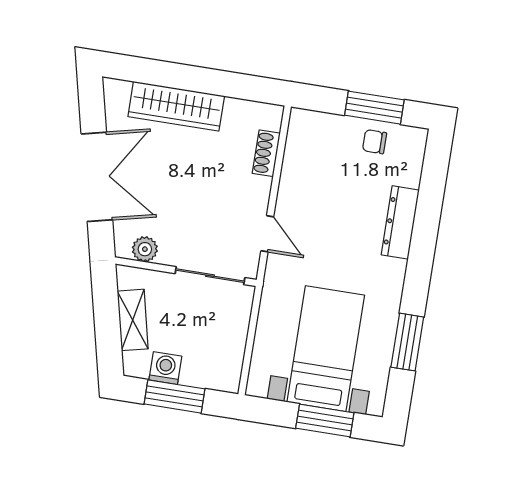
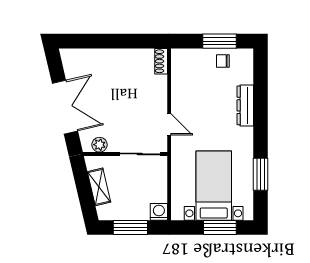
wardrobe: (176, 106) -> (104, 59), removed
shoe rack: (266, 153) -> (161, 61), moved
washing machine: (165, 368) -> (159, 212), moved

